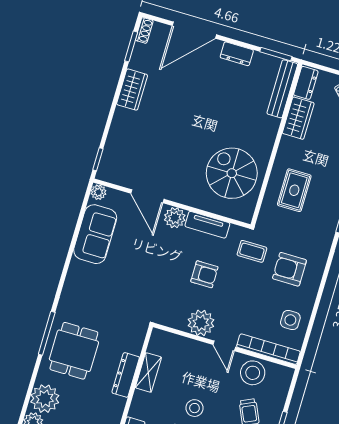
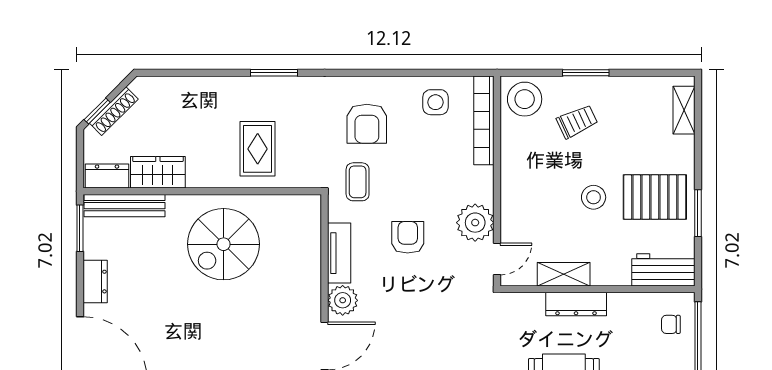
spiral stairs: (232, 173) -> (224, 244), moved
rug: (294, 190) -> (258, 149), turned 90
door: (224, 346) -> (497, 259), moved
stool: (253, 373) -> (525, 99), moved

